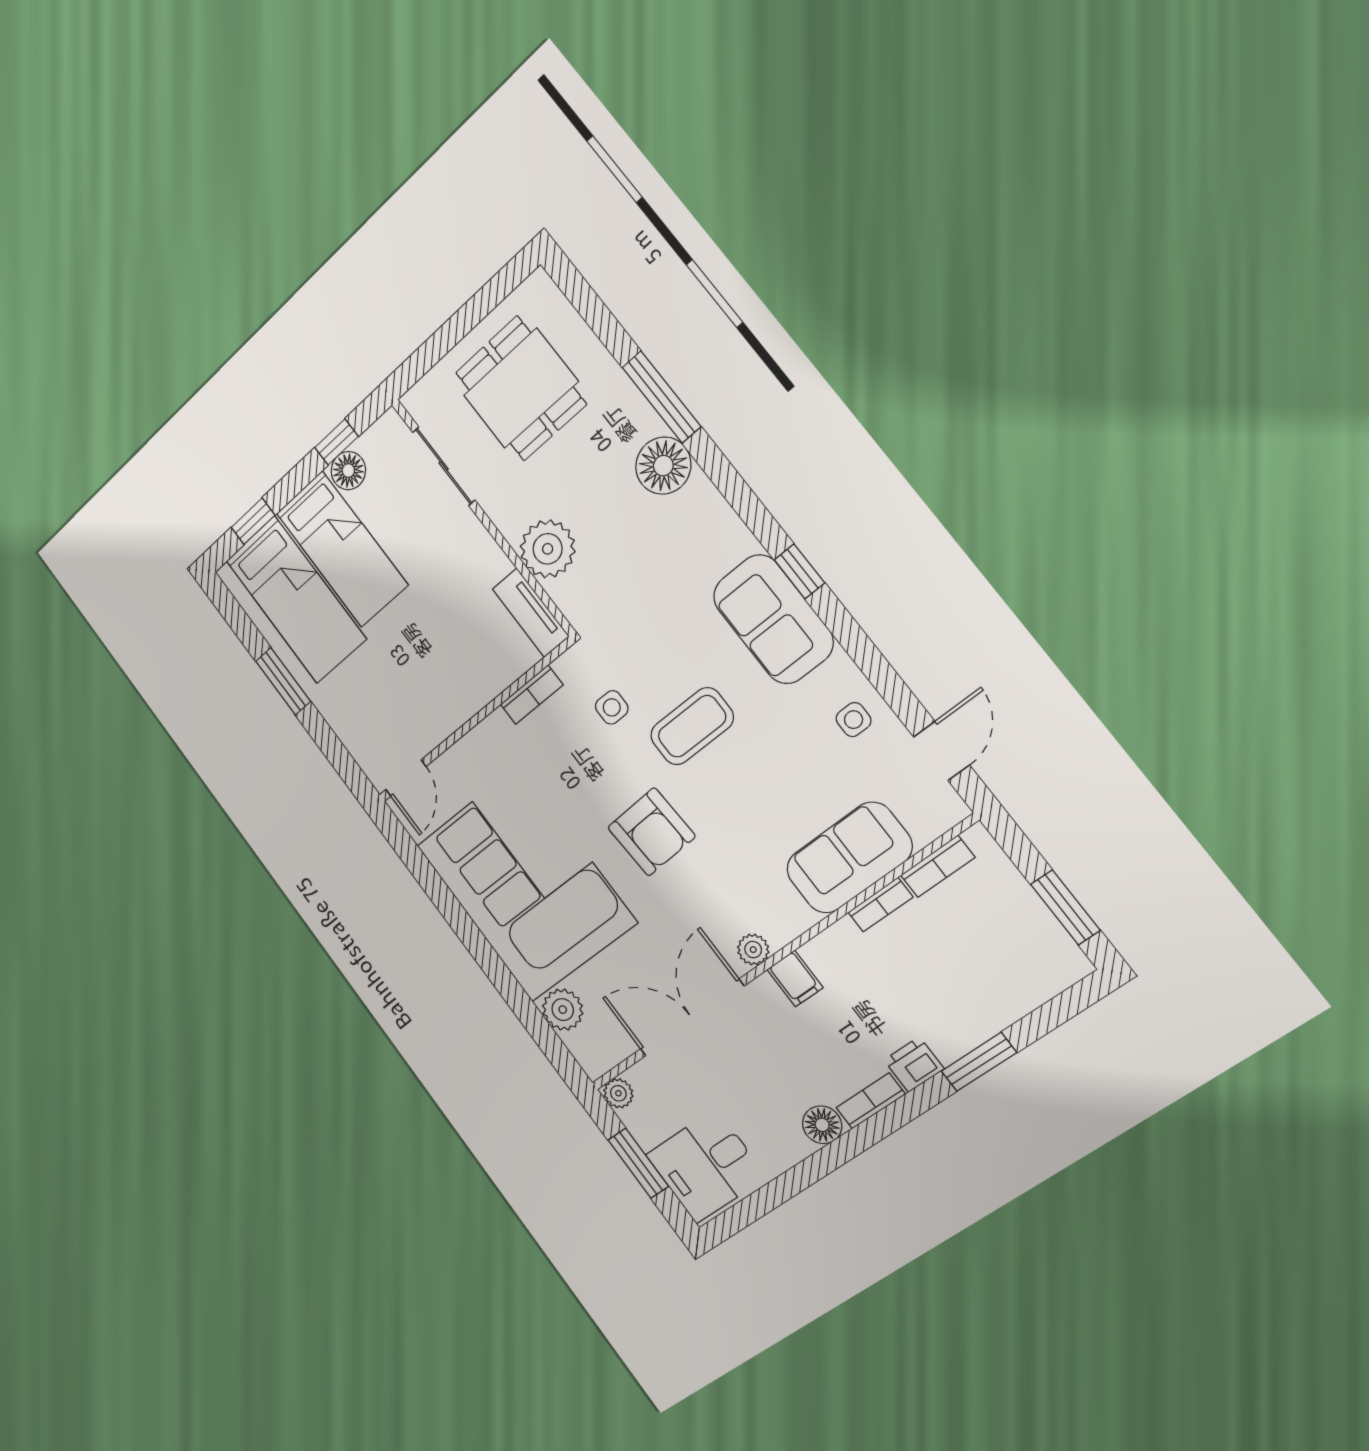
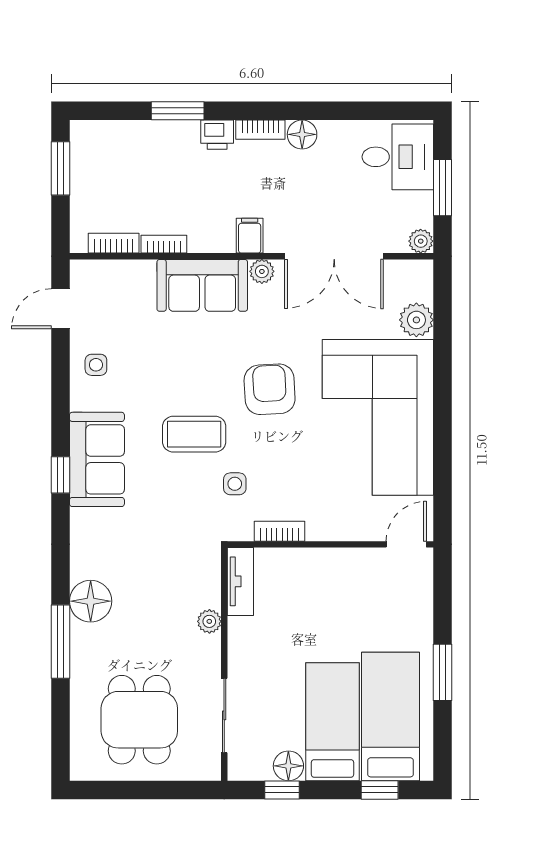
plant: (548, 549) -> (209, 621), width x0.53, depth x0.53
sofa: (849, 858) -> (202, 285), moved

